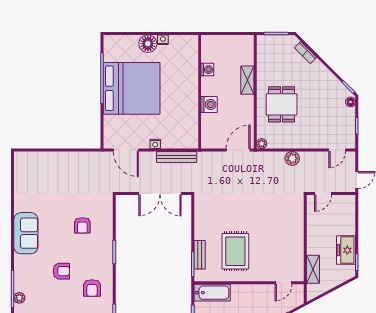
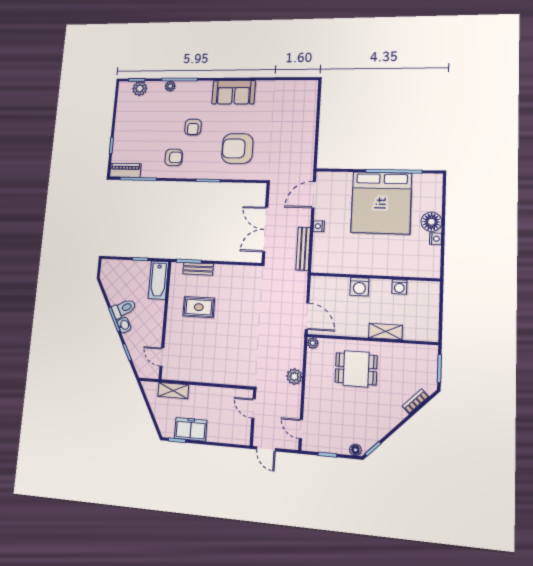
armchair: (82, 225) -> (237, 149), width x1.88, depth x1.88
rug: (235, 251) -> (199, 307), width x0.73, depth x0.70
armchair: (92, 288) -> (174, 157), turned 180

